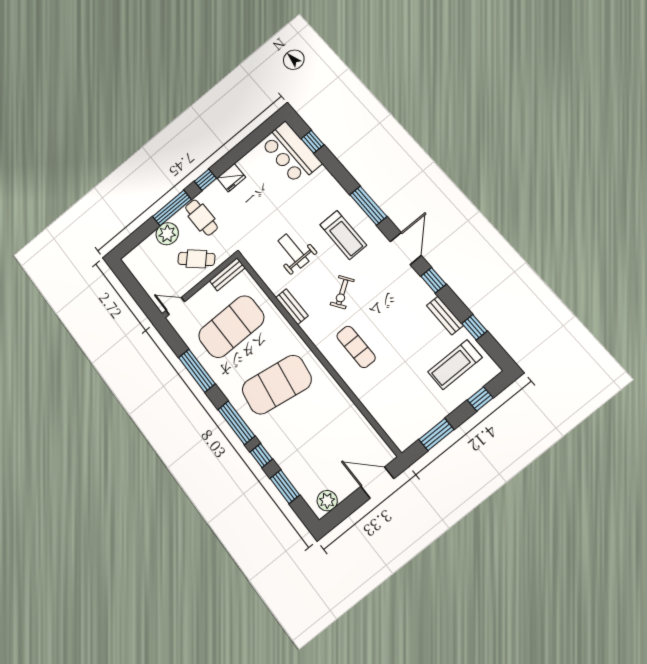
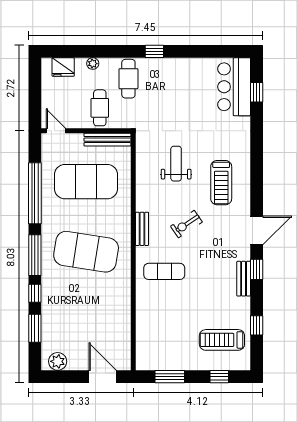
fridge: (231, 178) -> (63, 67), moved
window: (368, 206) -> (257, 176), removed
window: (172, 208) -> (112, 51), removed
plant: (167, 234) -> (93, 64), width x0.53, depth x0.53
cafe table: (196, 259) -> (100, 108), turned 47
bench: (227, 274) -> (107, 140), width x1.36
bench: (292, 307) -> (142, 229), moved
bench: (445, 315) -> (244, 279), moved
exercise mat: (356, 347) -> (164, 271), turned 90
window: (197, 371) -> (35, 193), width x1.46

